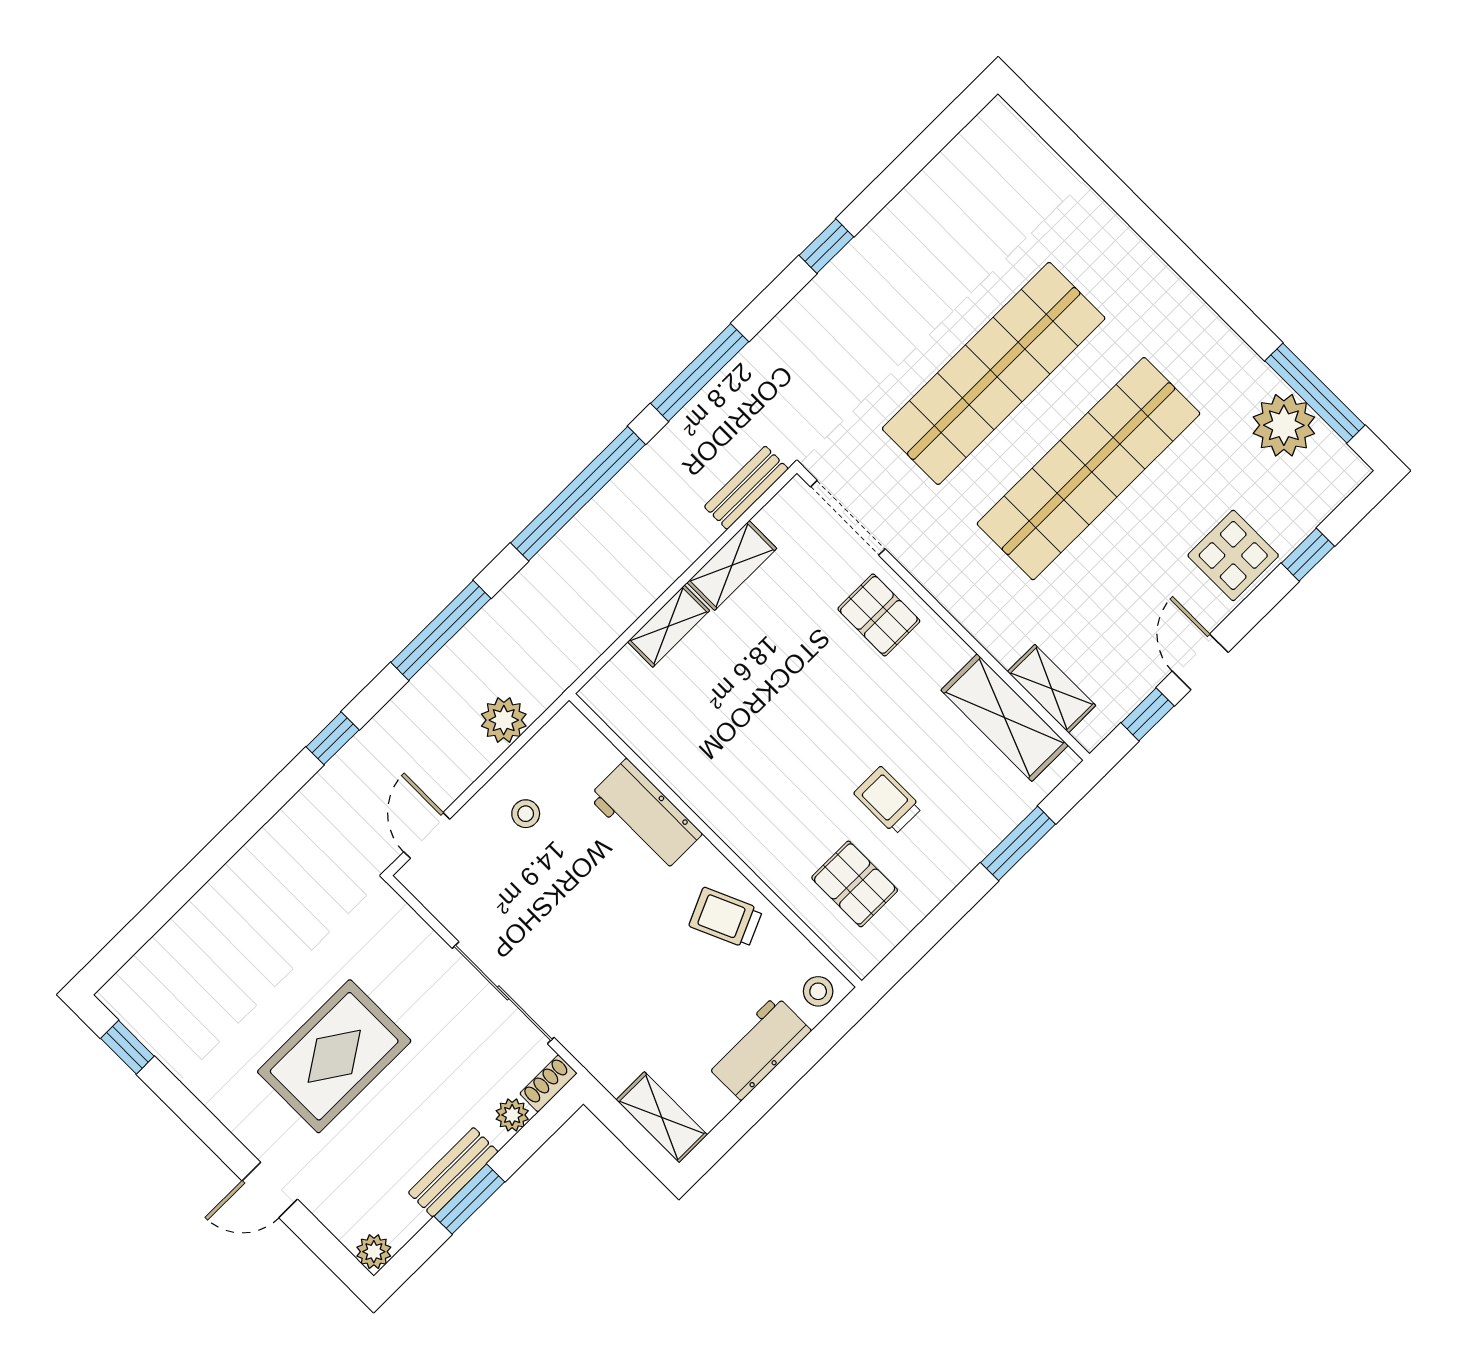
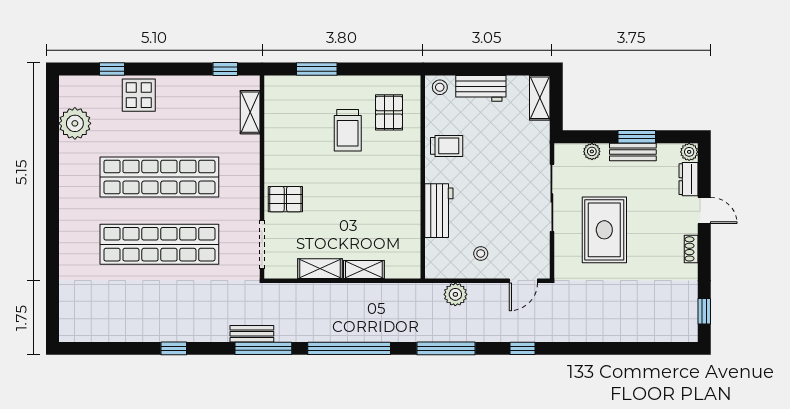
window: (1315, 393) -> (53, 124), removed
bench: (746, 488) -> (252, 334), moved
pallet: (879, 615) -> (285, 199), turned 90
door: (1200, 662) -> (188, 69), removed
shelving: (1005, 718) -> (277, 118), removed
trolley: (888, 800) -> (348, 130), width x1.36, depth x1.39
trolley: (726, 918) -> (447, 146), turned -66
rug: (334, 1056) -> (604, 230), moved, turned 90
shoe rack: (548, 1083) -> (691, 249), moved, turned 90
dresser: (336, 1212) -> (688, 179), added

